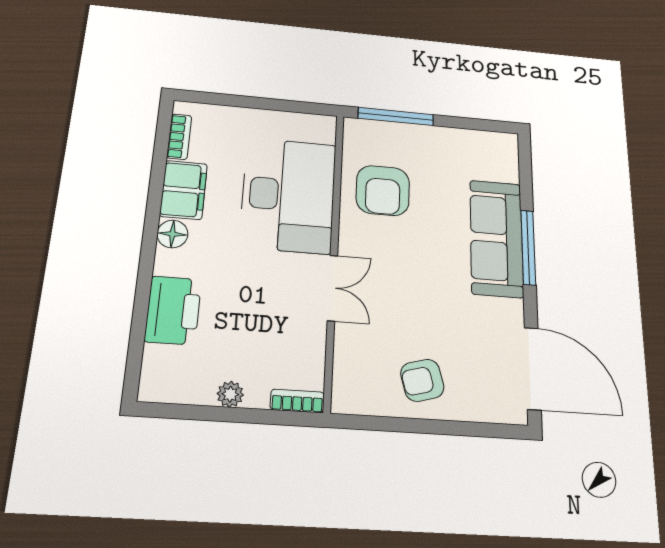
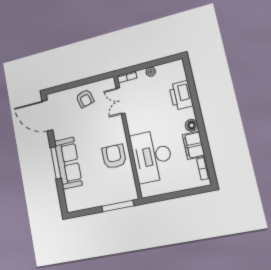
armchair: (383, 190) -> (114, 157), moved
double door: (332, 288) -> (120, 101), moved
armchair: (422, 380) -> (85, 99), turned 91

